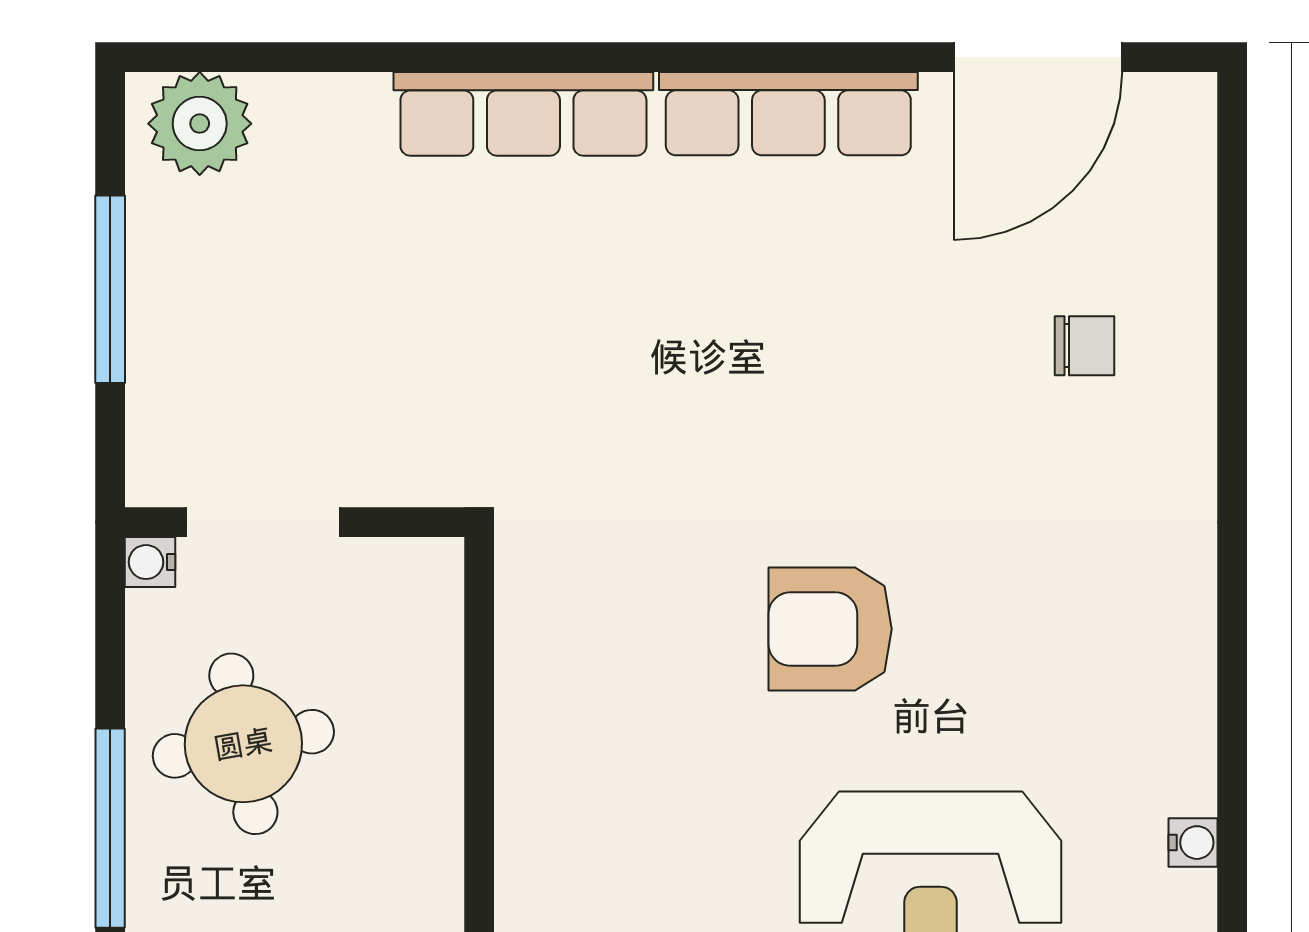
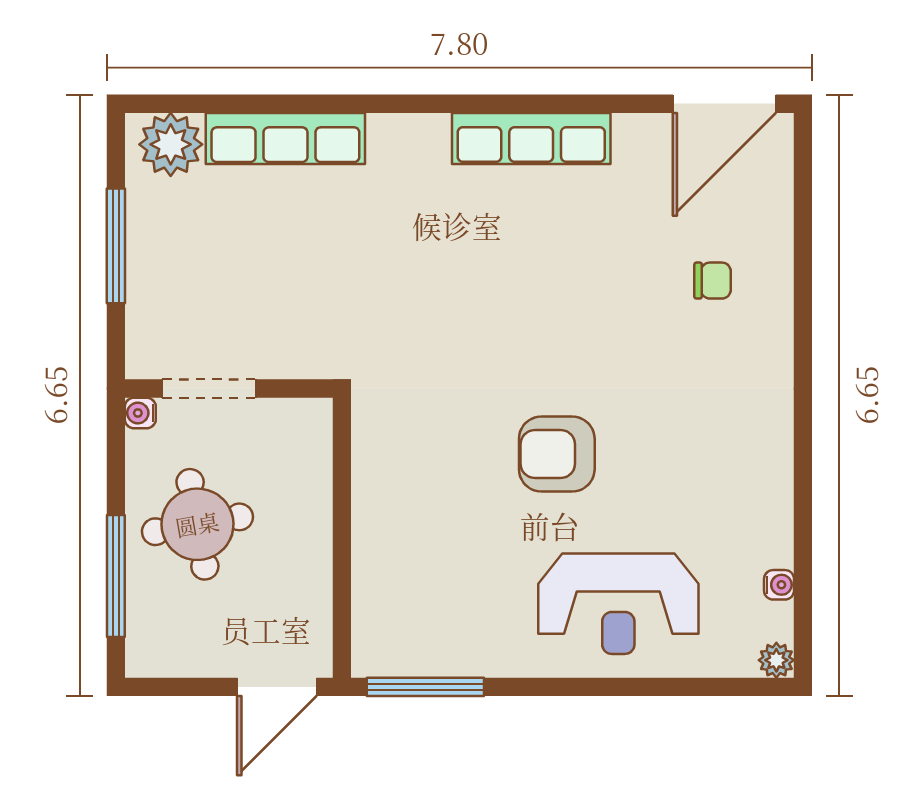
door: (1038, 57) -> (724, 104), moved
row of seats: (523, 114) -> (285, 139), moved

